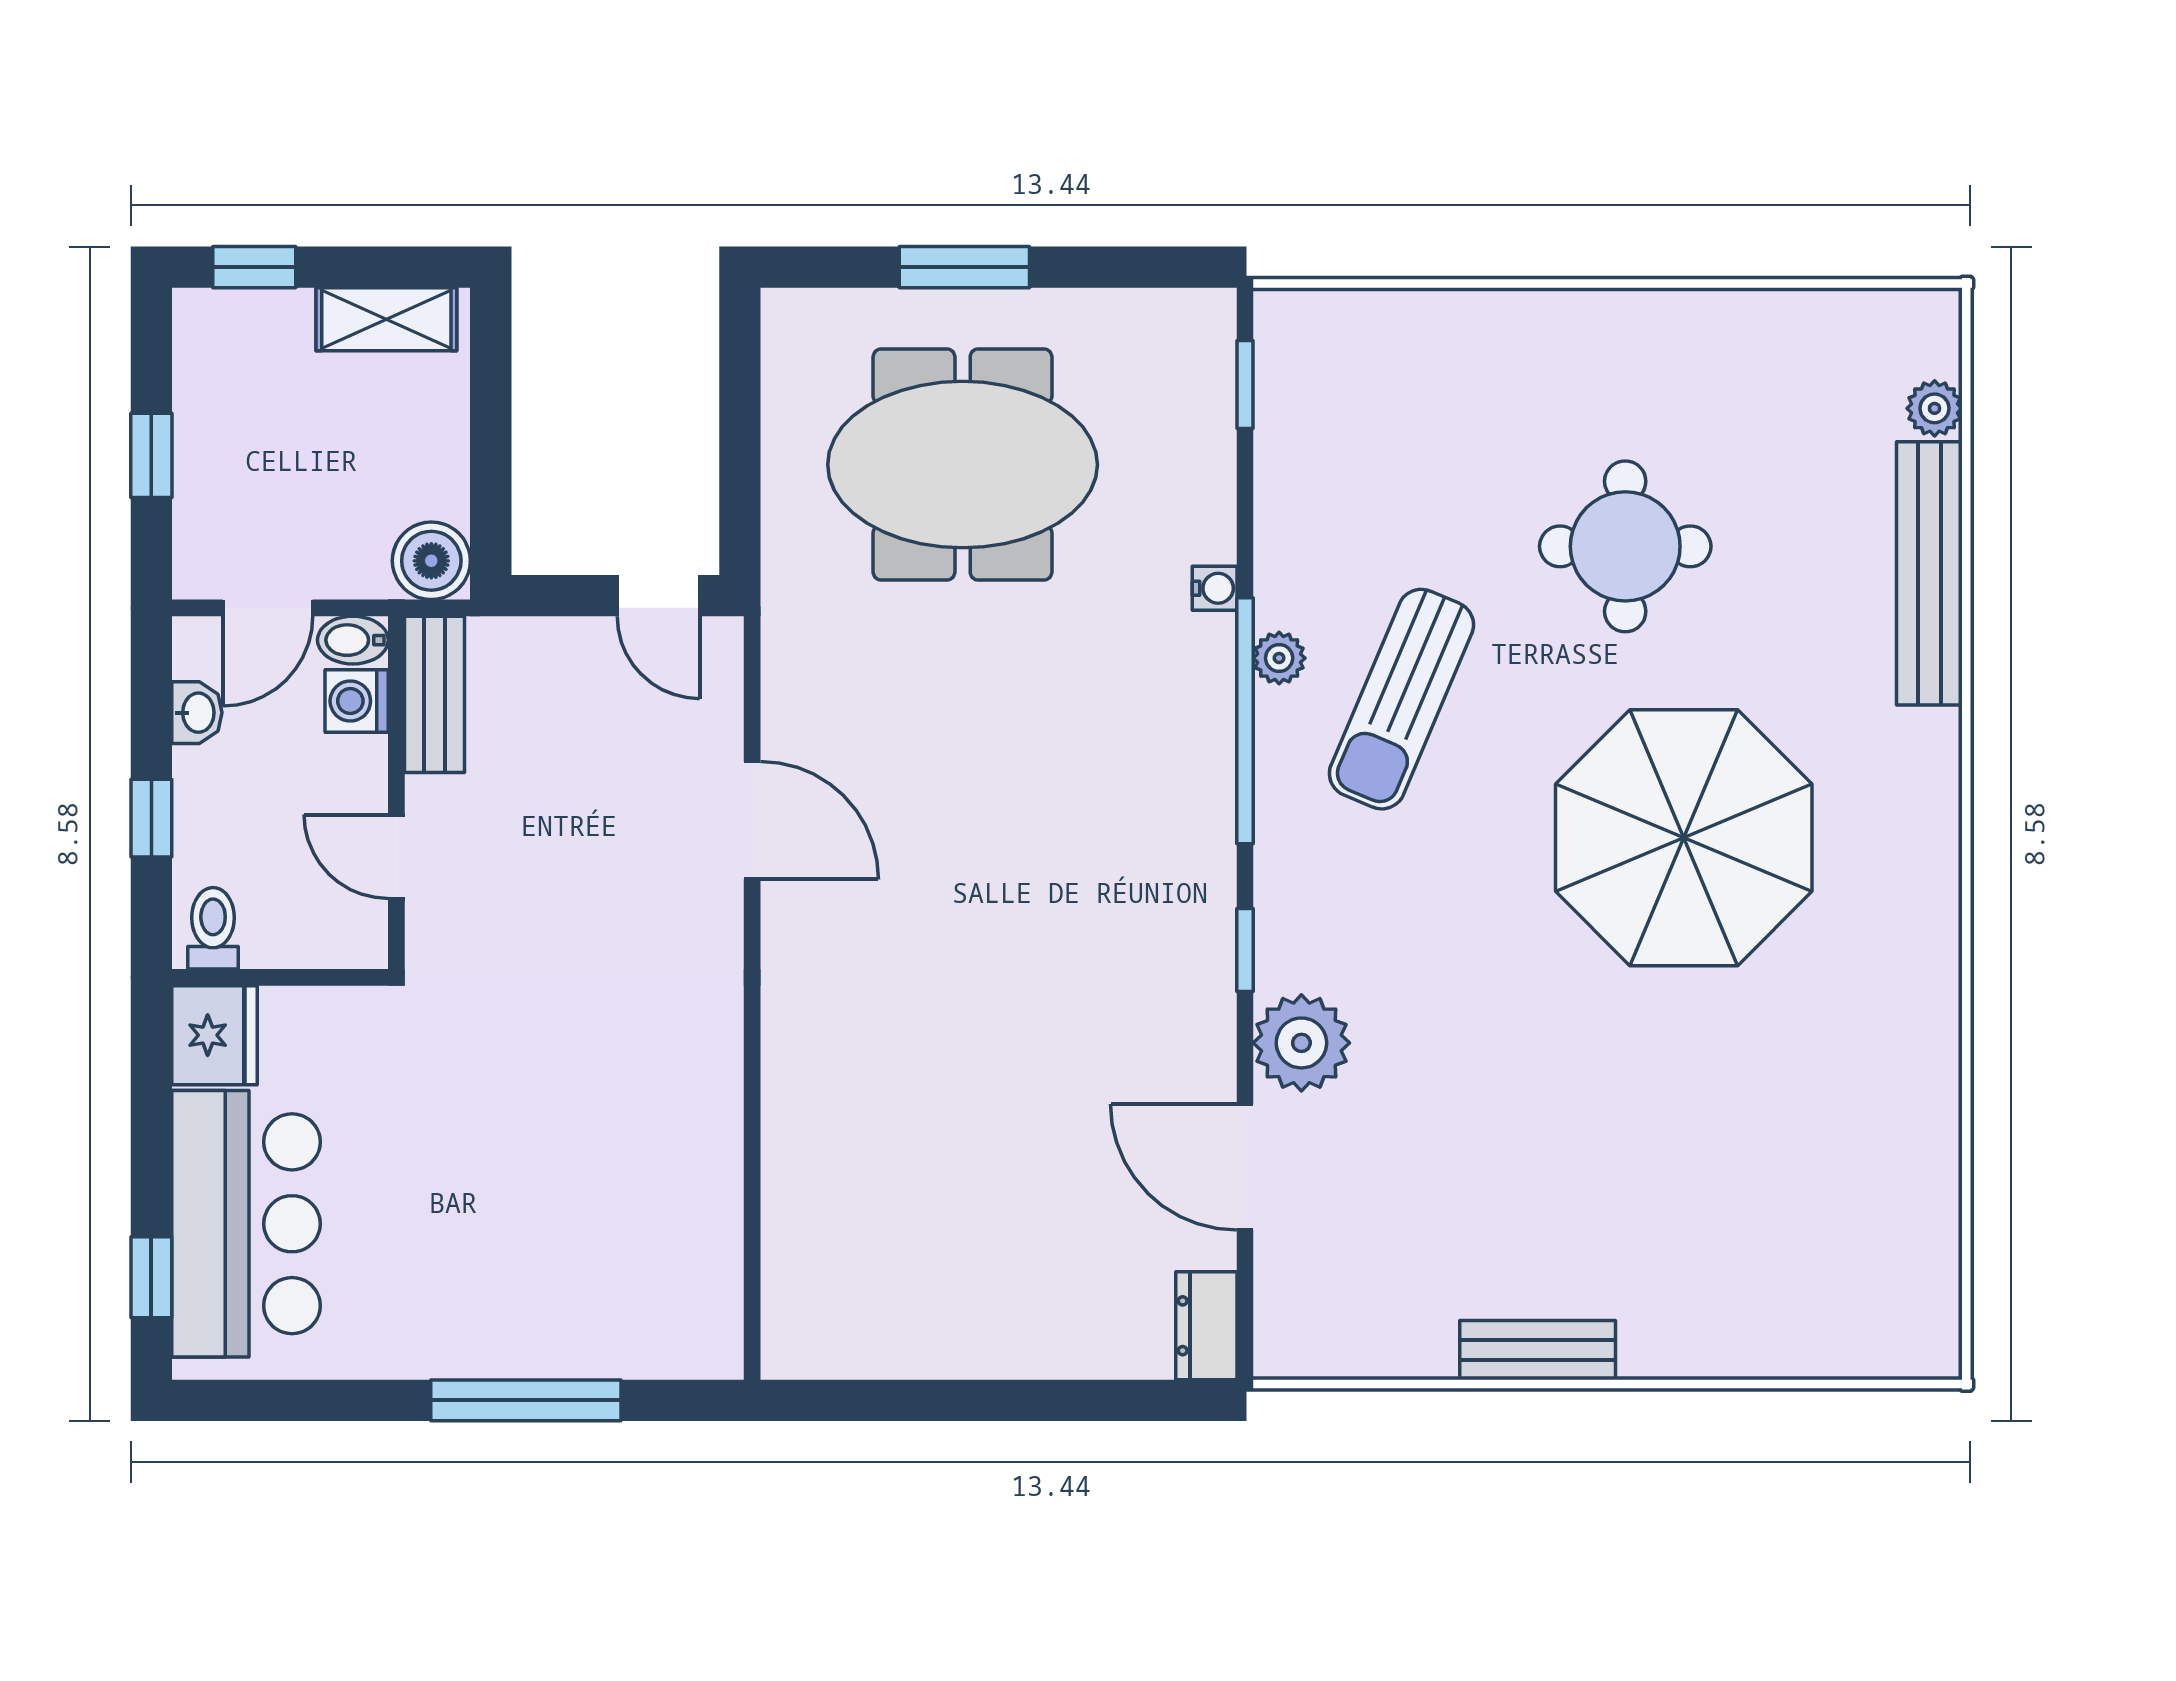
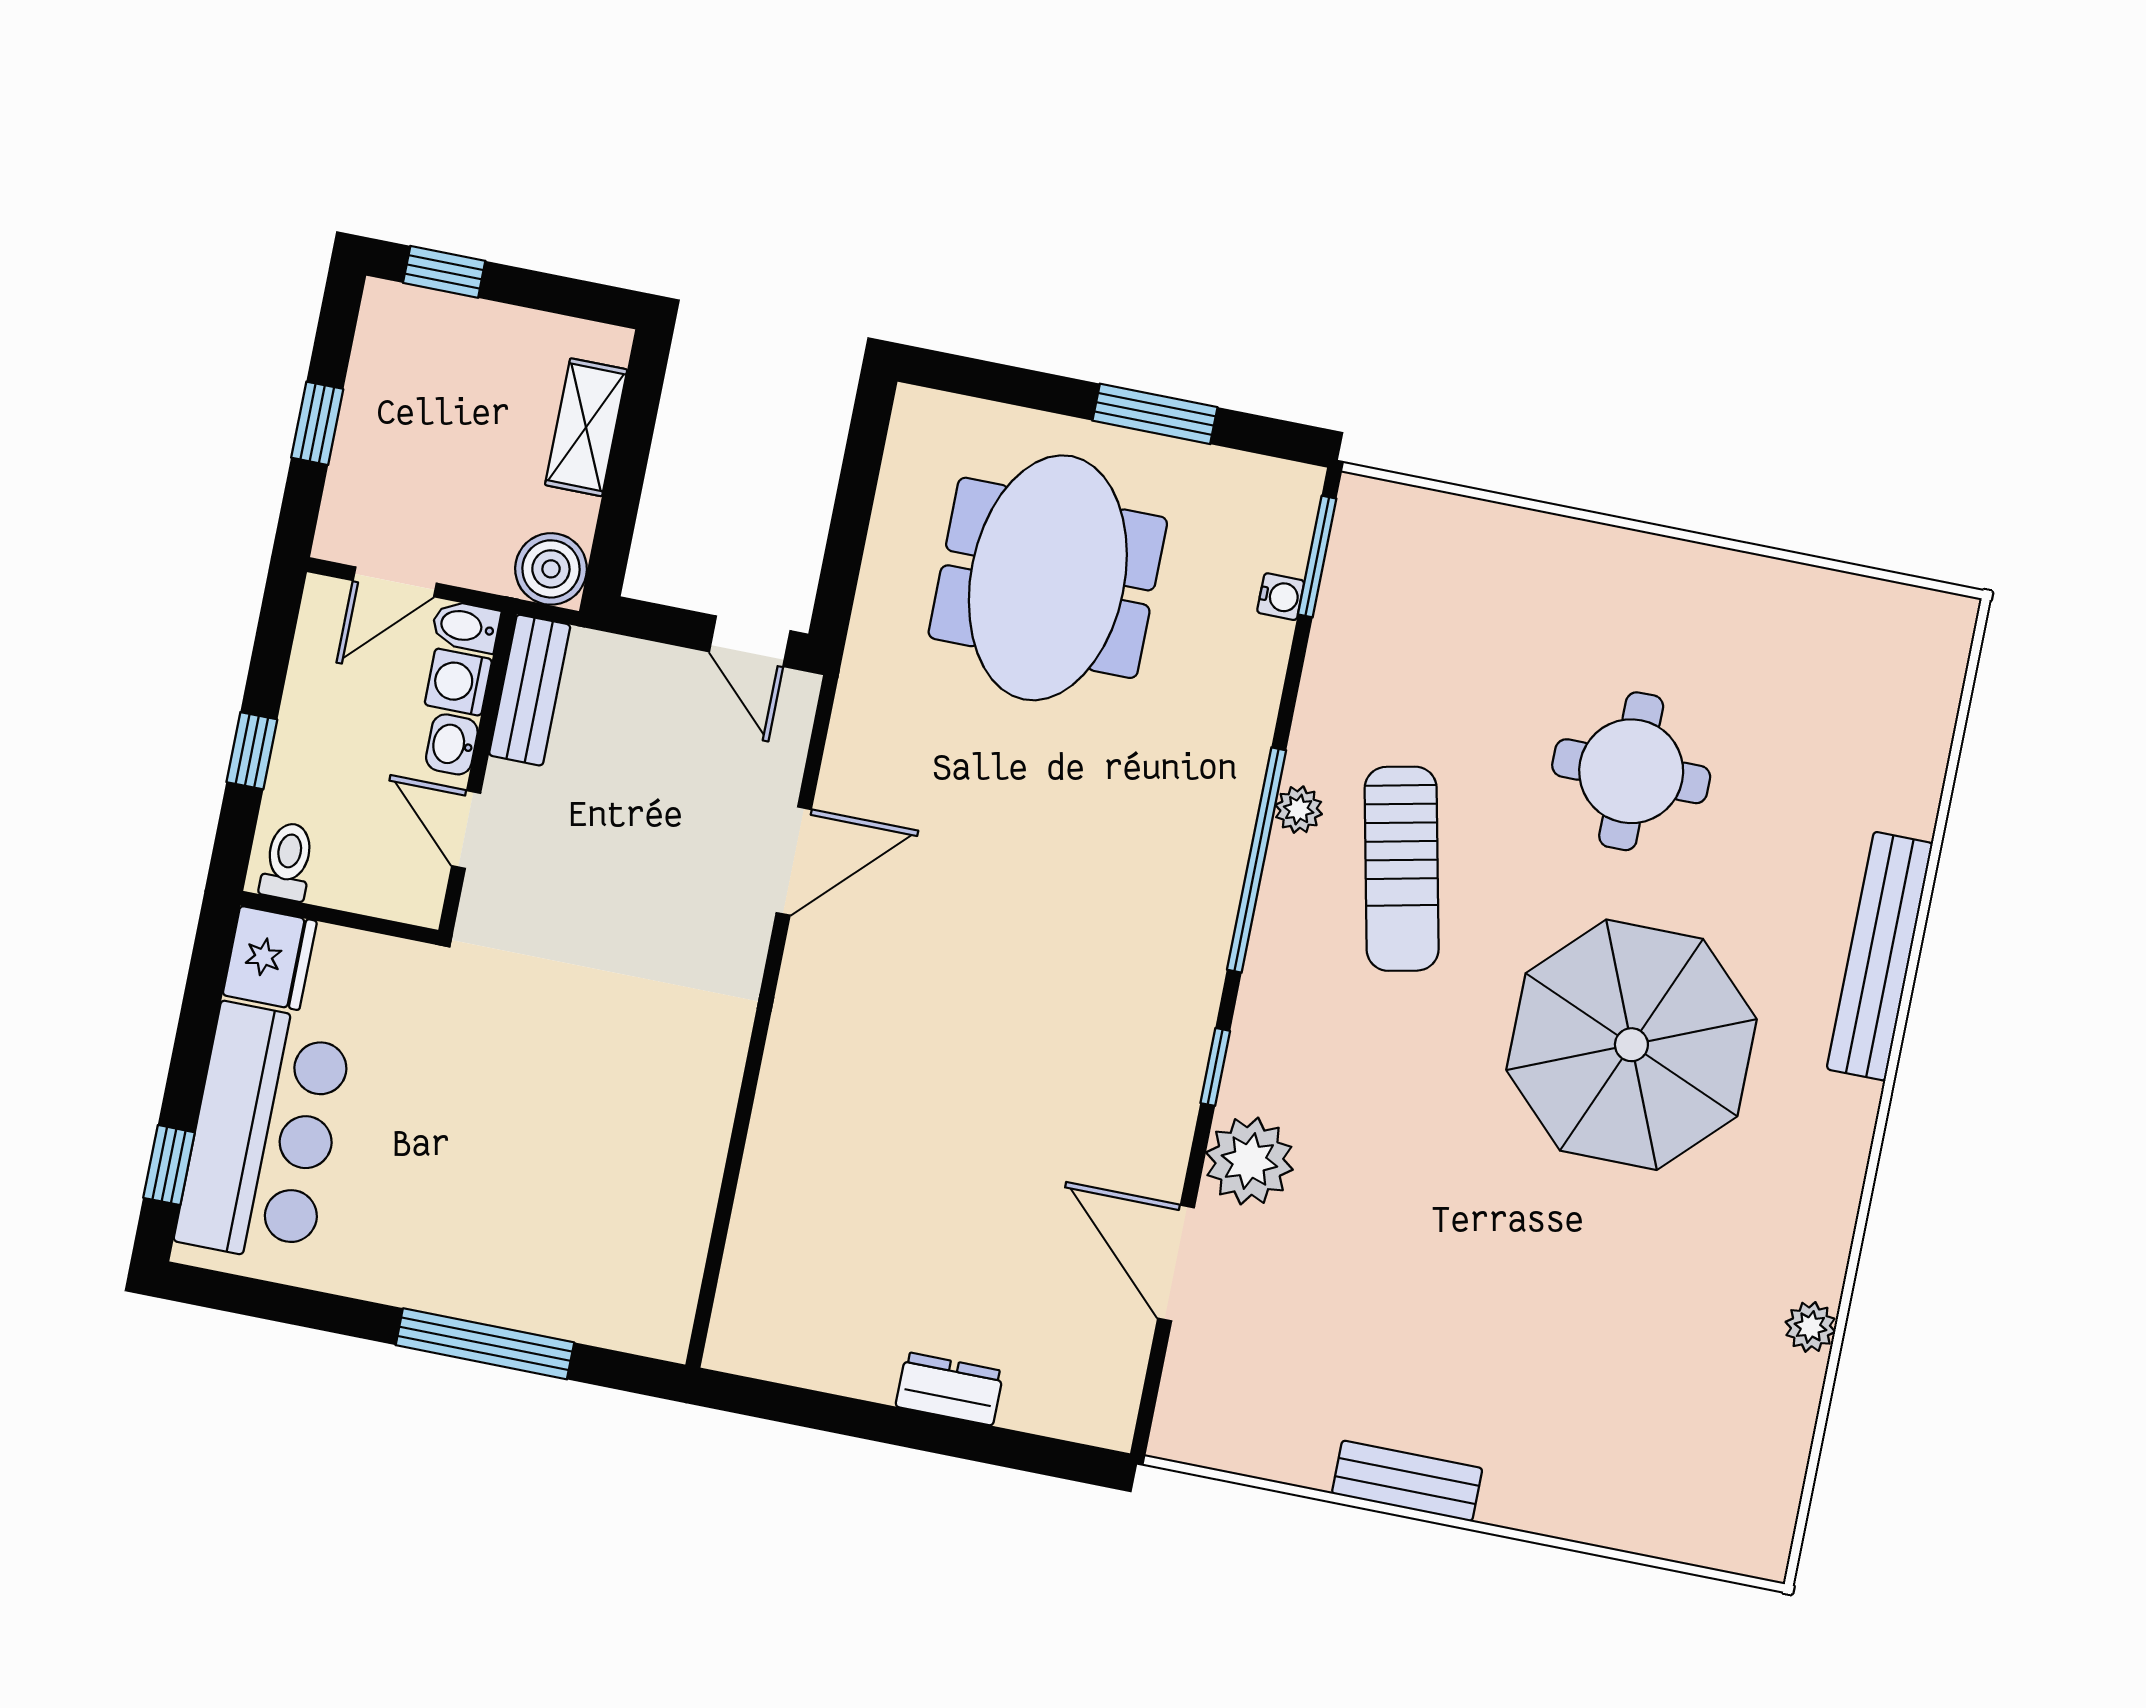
window: (964, 267) -> (1155, 414), moved
shelving: (386, 319) -> (586, 427), moved, turned 90
window: (1245, 384) -> (1317, 556), width x1.50
plant: (1935, 408) -> (1810, 1327), moved
meeting table: (963, 465) -> (1048, 578), turned 90
bench: (1929, 573) -> (1880, 956), moved
water cooler: (1215, 588) -> (1281, 597), moved
sun lounger: (1401, 699) -> (1402, 869), turned -35
washbasin: (197, 713) -> (452, 744), moved, turned 180
door: (752, 820) -> (794, 861), hinge flipped
dresser: (1206, 1326) -> (949, 1389), moved, turned 90

